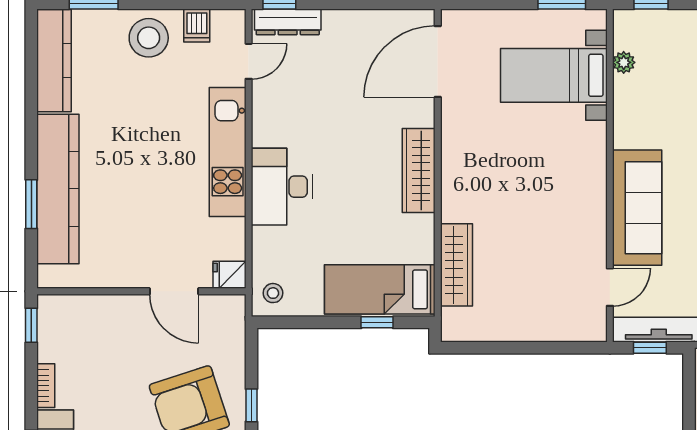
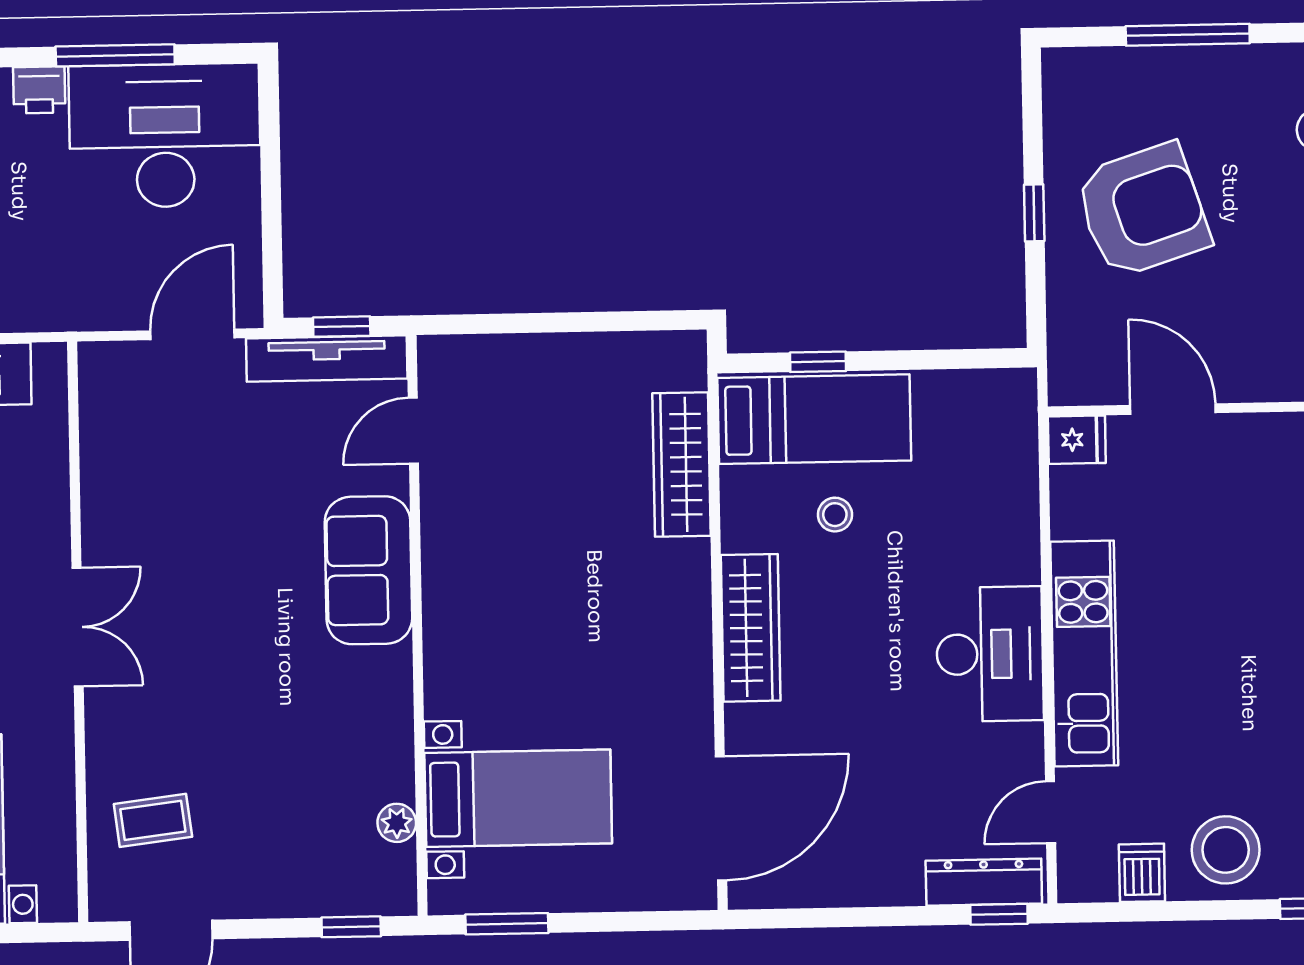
desk: (282, 187) -> (990, 654), moved
sofa: (637, 208) -> (368, 570), width x0.73
stool: (273, 293) -> (835, 515), moved

